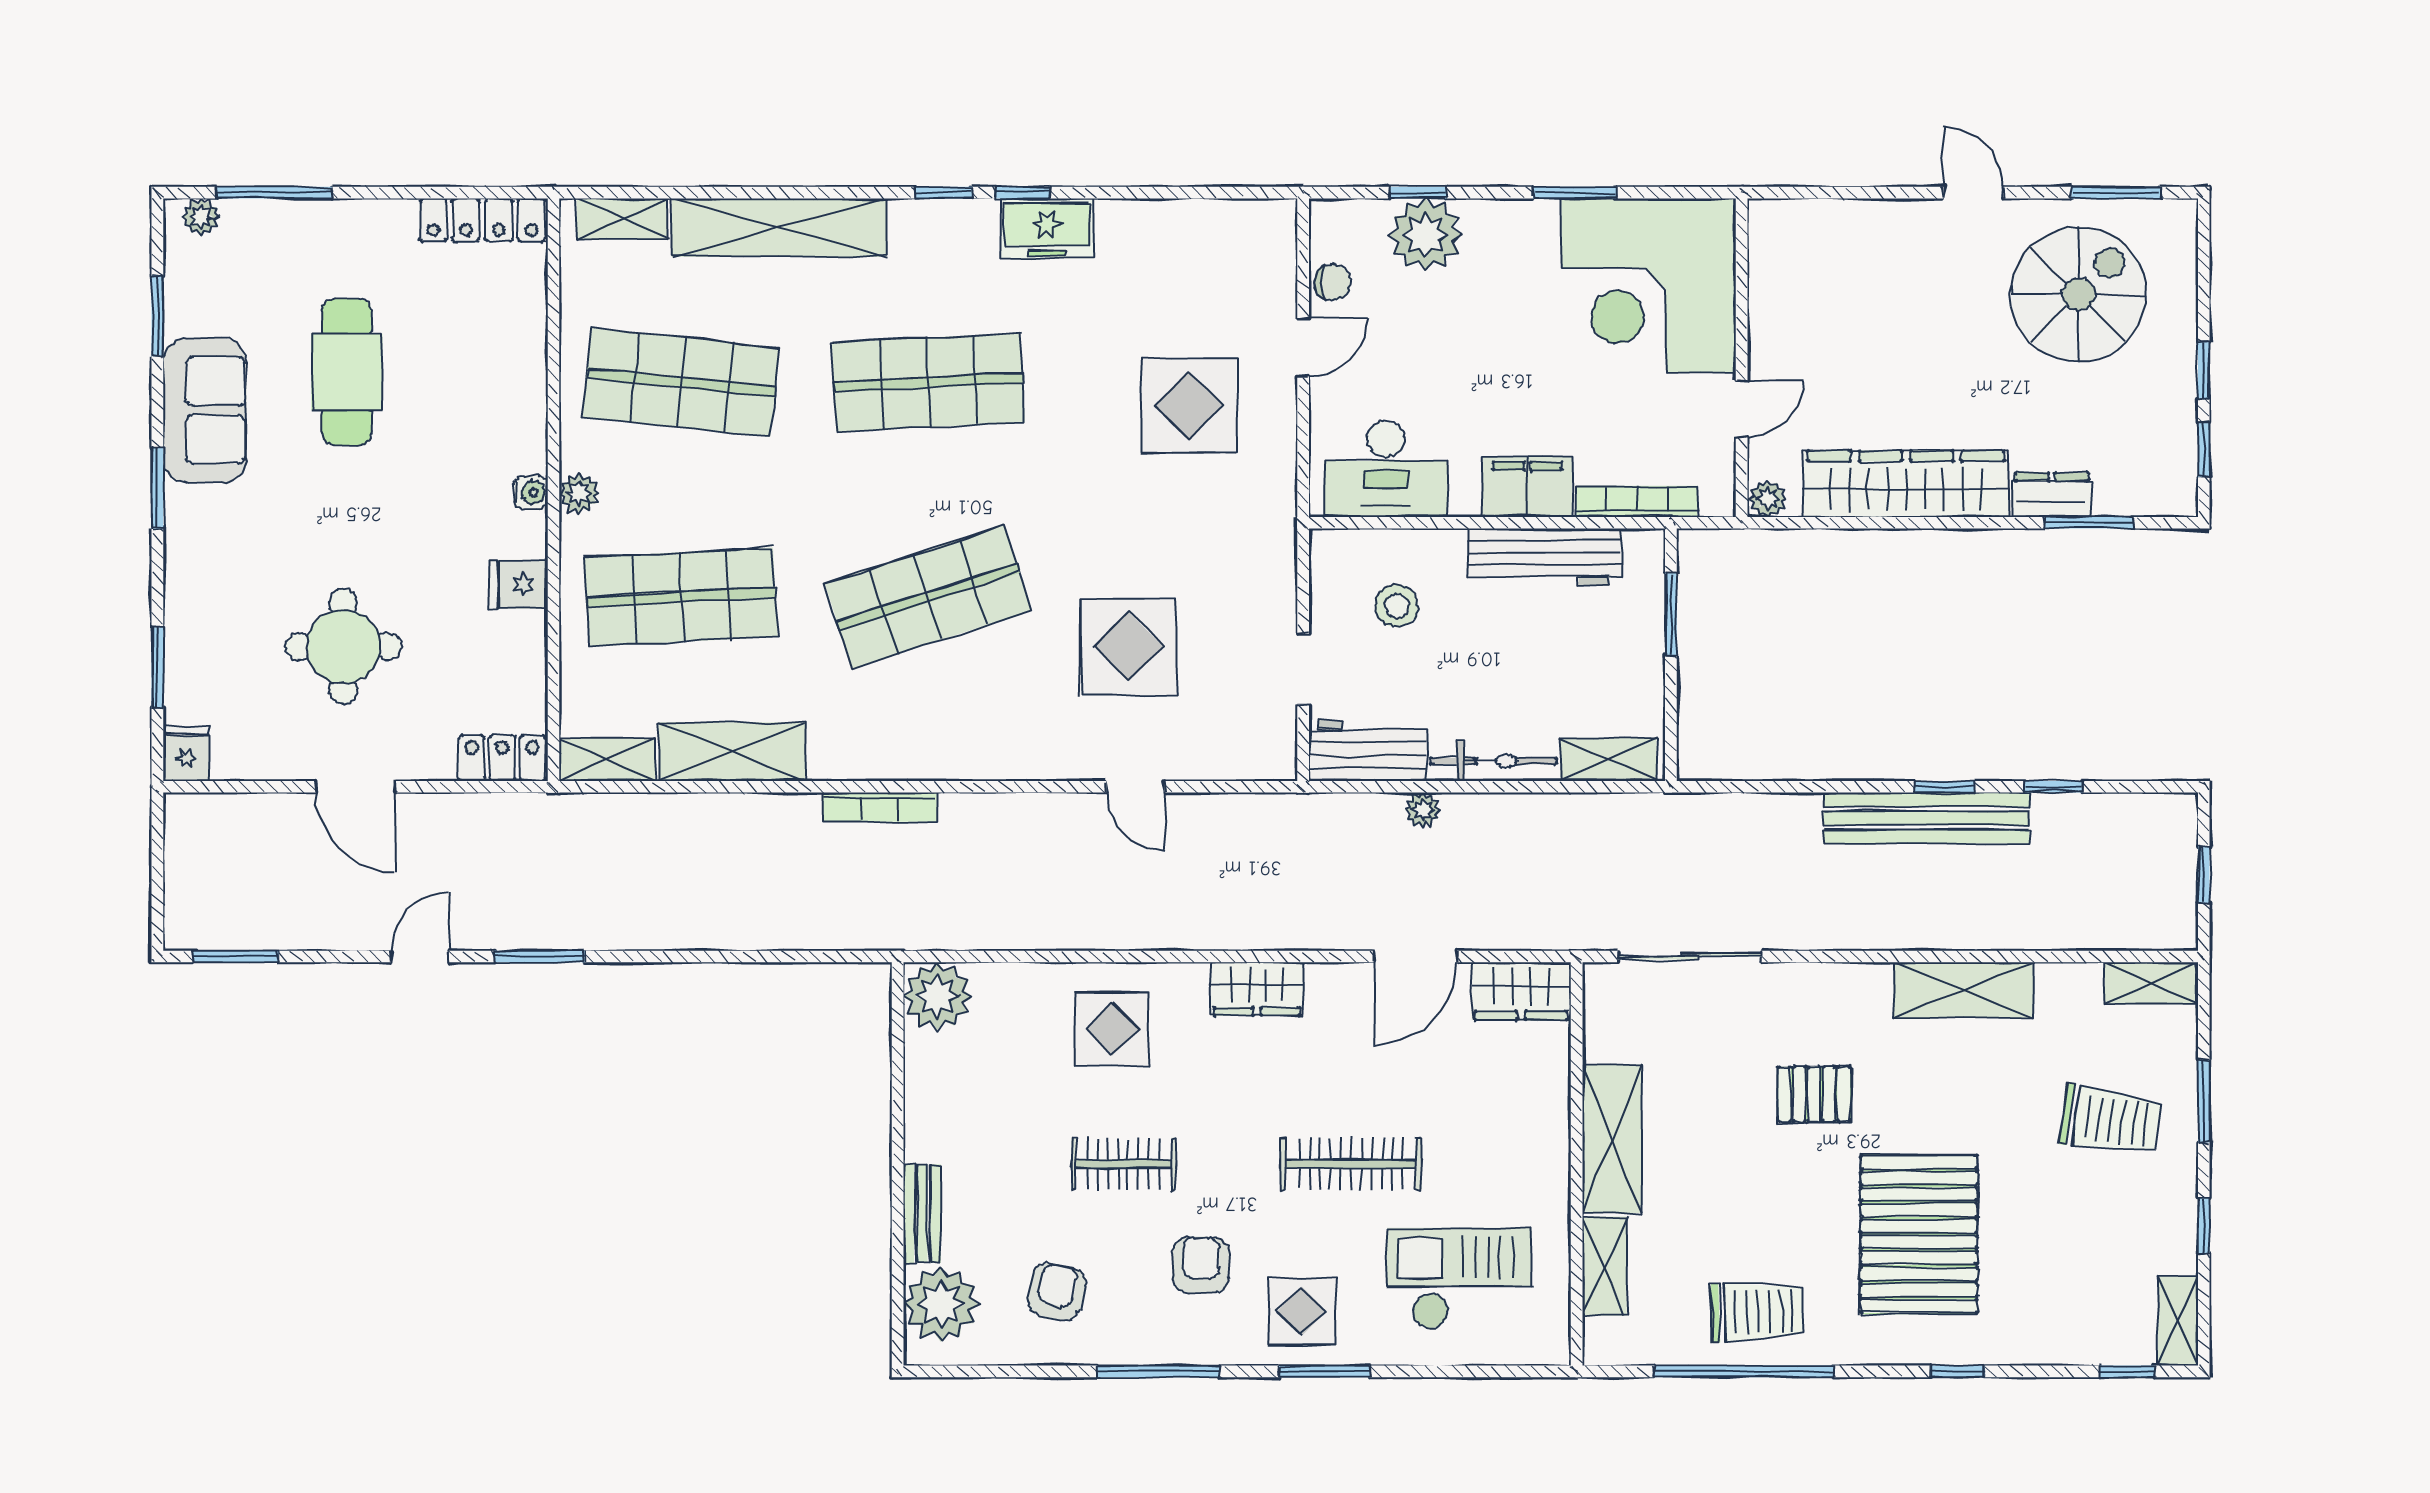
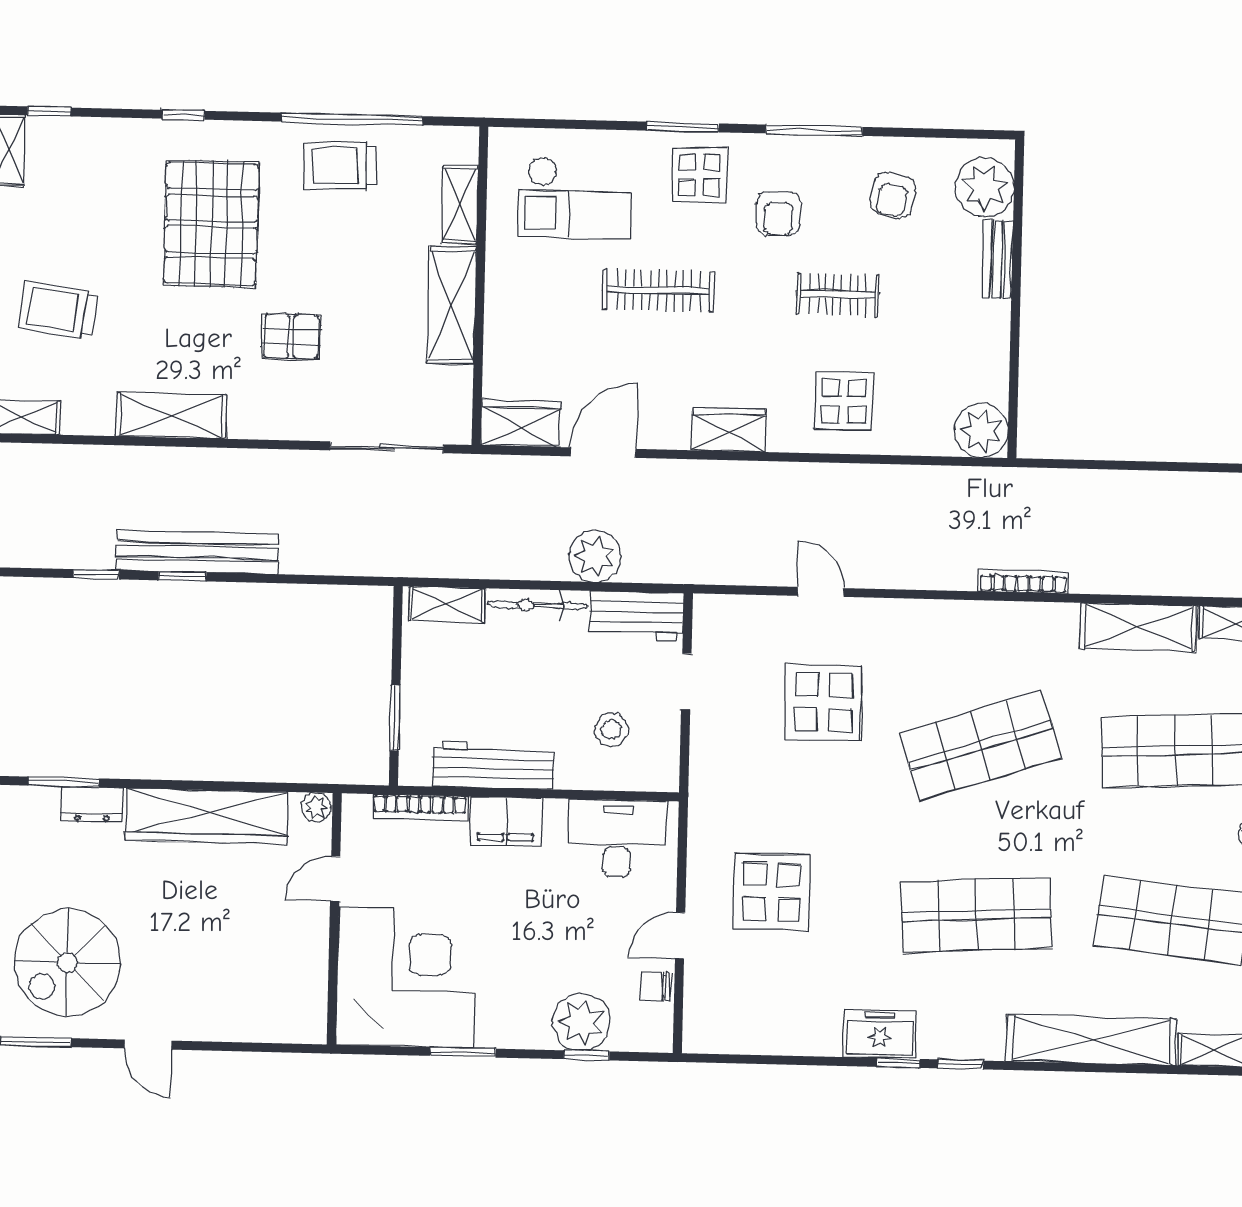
plant: (1423, 810) -> (595, 556), width x1.88, depth x1.88

